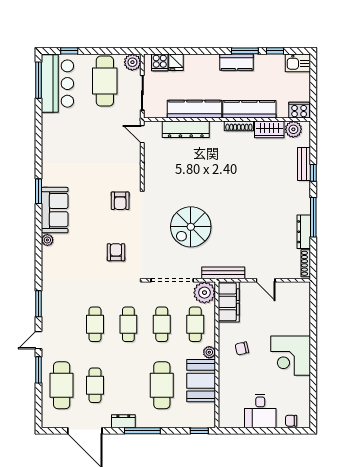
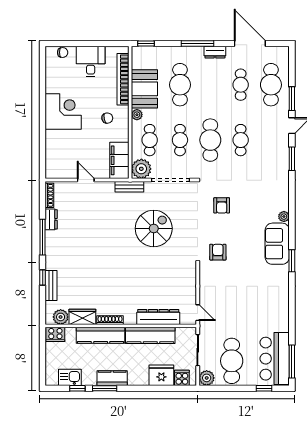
fridge: (176, 62) -> (161, 375), width x1.88, depth x1.34
kitchen sink: (298, 63) -> (70, 377), moved
dresser: (304, 232) -> (51, 219), width x0.70
bench: (223, 273) -> (129, 187), width x0.73
cafe table: (128, 324) -> (210, 140), width x1.37, depth x1.35
bookcase: (225, 391) -> (123, 79), added

